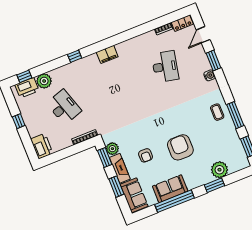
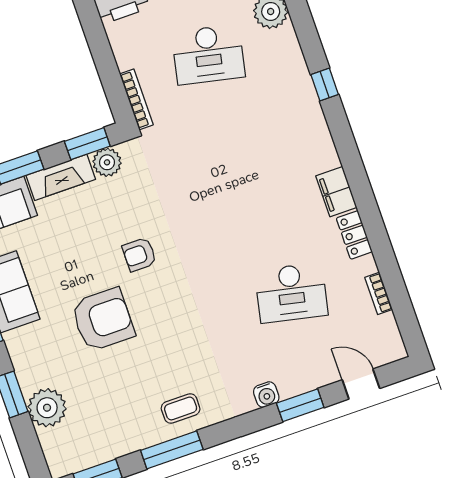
locker: (182, 23) -> (354, 235), moved
filing cabinet: (107, 54) -> (336, 192), moved
desk: (64, 107) -> (208, 54), turned 30
armchair: (146, 155) -> (139, 255), moved

